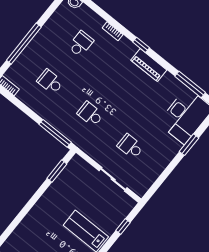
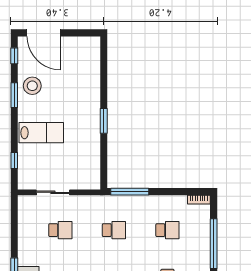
window: (57, 171) -> (104, 121), moved

